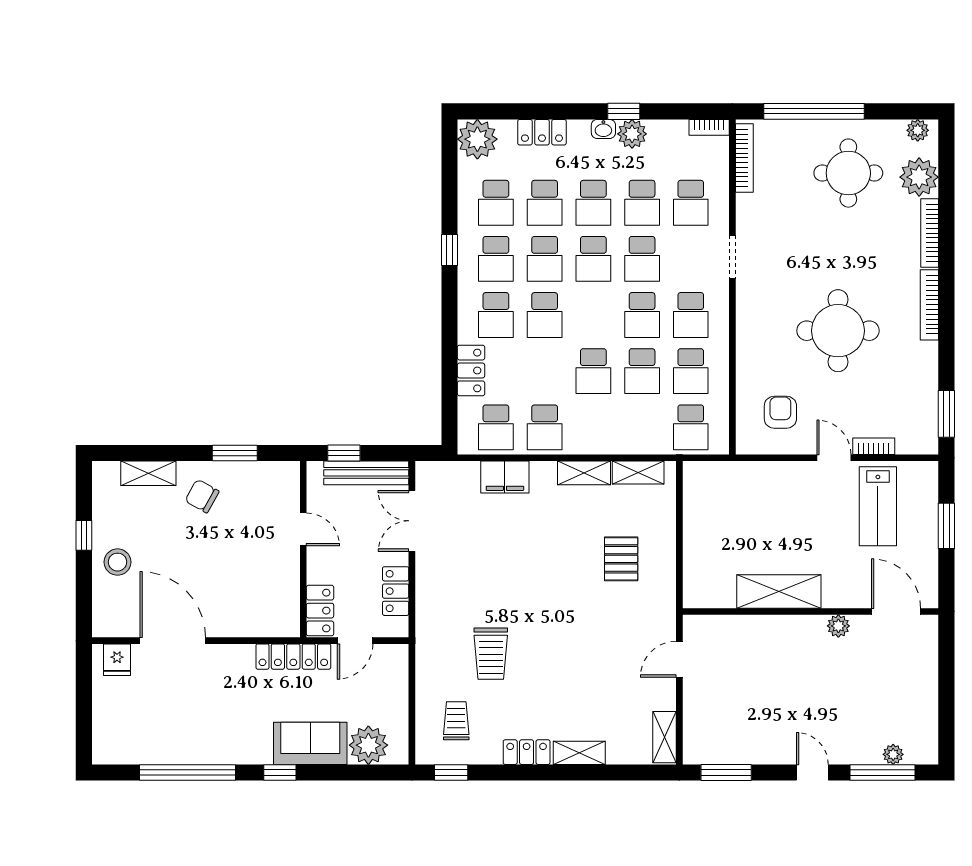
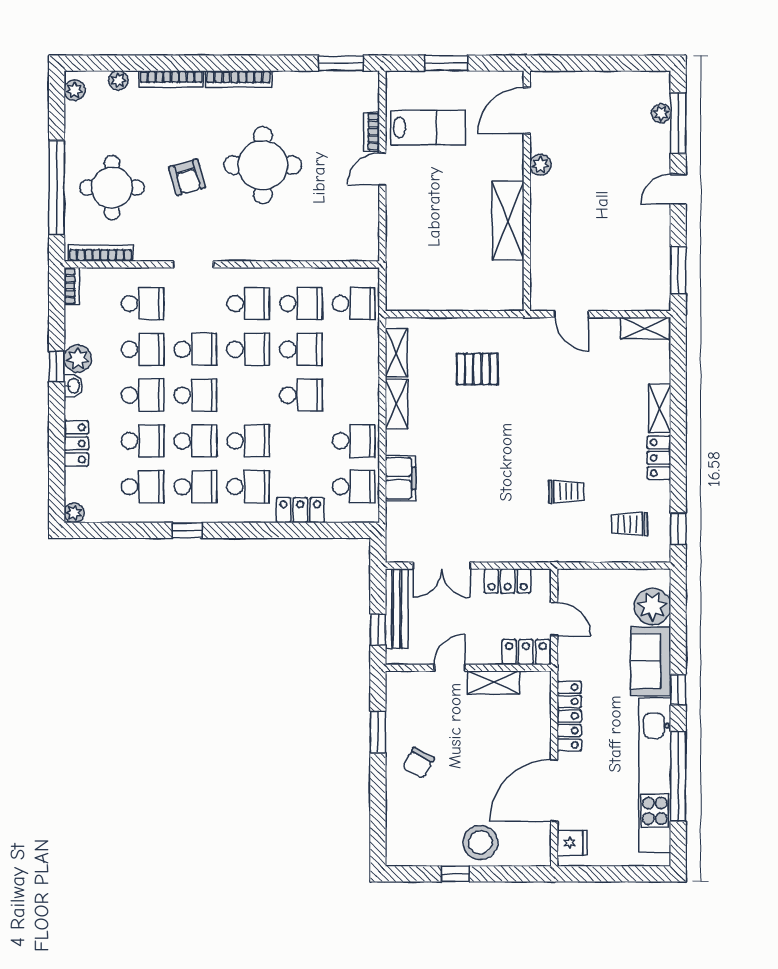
plant: (477, 139) -> (74, 513), width x0.53, depth x0.53
round table: (848, 173) -> (112, 188), moved
plant: (919, 177) -> (118, 80), width x0.53, depth x0.53
armchair: (780, 412) -> (187, 177), moved, turned -106
shelving: (148, 473) -> (494, 682), moved, turned 90
stool: (117, 562) -> (480, 842), width x1.38, depth x1.38
trolley: (491, 654) -> (566, 492), width x0.73, depth x0.72
locker: (293, 657) -> (569, 716), moved
kitchen unit: (189, 748) -> (655, 775), added

